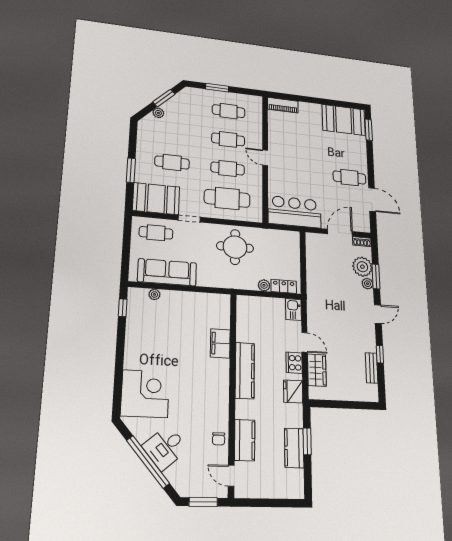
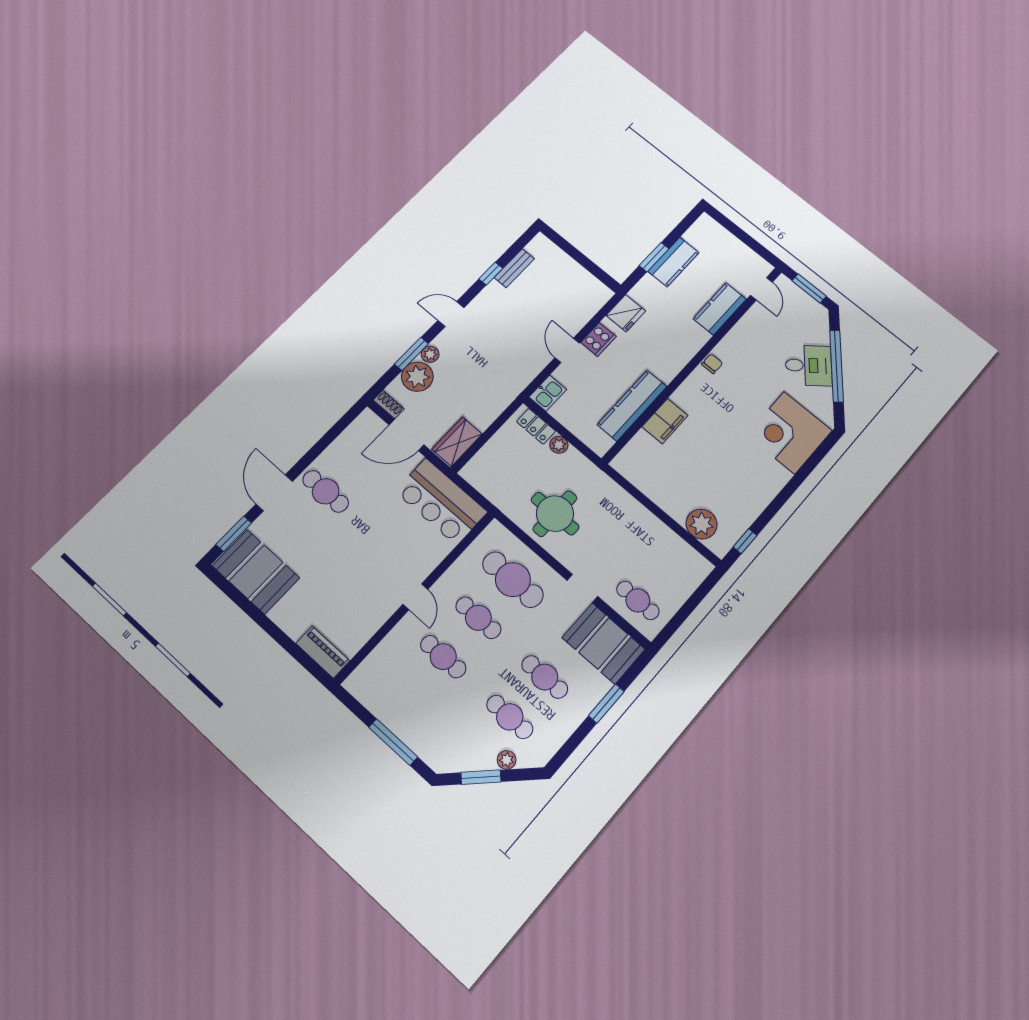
window: (217, 88) -> (393, 742), width x1.44
cafe table: (229, 111) -> (510, 717), moved
door: (372, 200) -> (274, 493), moved
sofa: (167, 272) -> (662, 544), removed
plant: (154, 294) -> (702, 524), width x1.88, depth x1.88
wardrobe: (317, 370) -> (457, 442), moved
kitchen counter: (245, 371) -> (632, 405), moved
chair: (219, 439) -> (712, 364), moved

